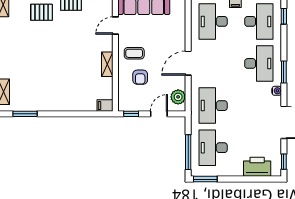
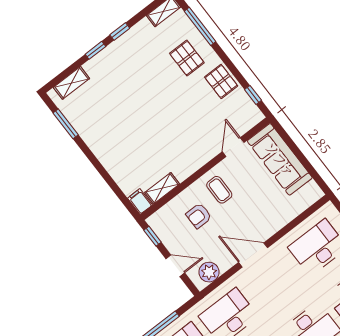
door: (115, 26) -> (233, 147), hinge flipped
shelving: (107, 64) -> (162, 188), moved

